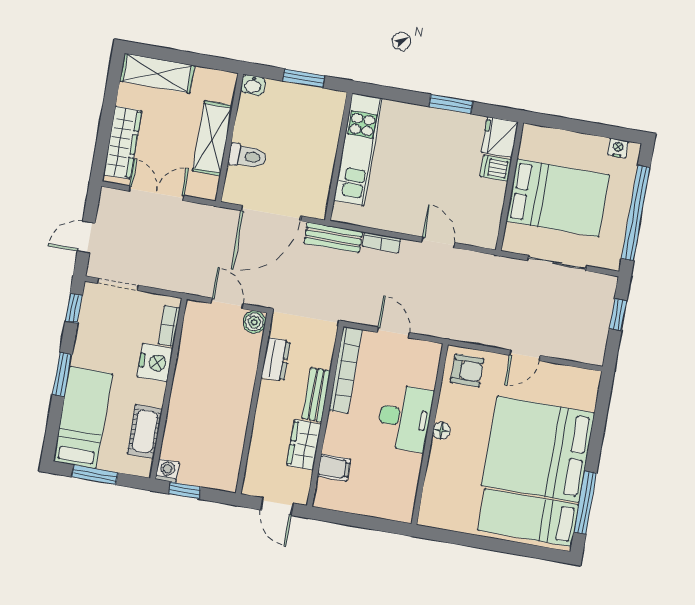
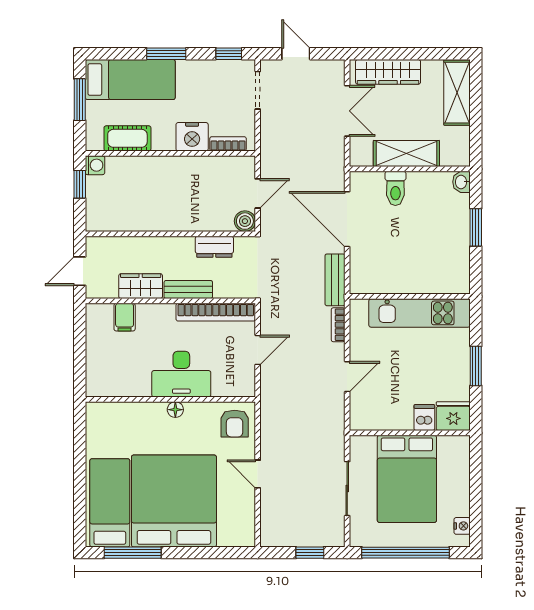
kitchen unit: (358, 149) -> (420, 313), moved
wall: (339, 157) -> (410, 296), moved

